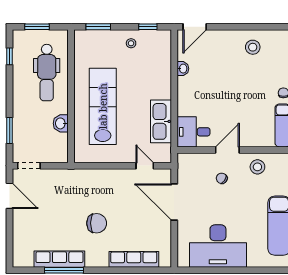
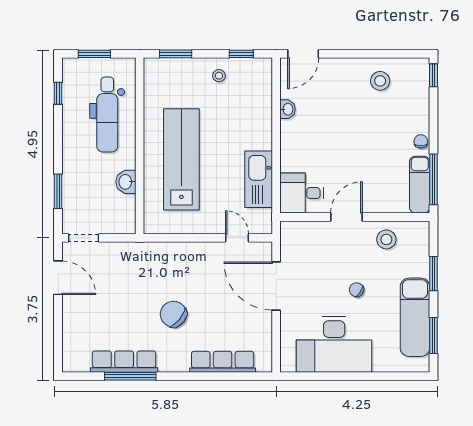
chair: (222, 178) -> (356, 290), moved
chair: (97, 223) -> (173, 314), turned -140

